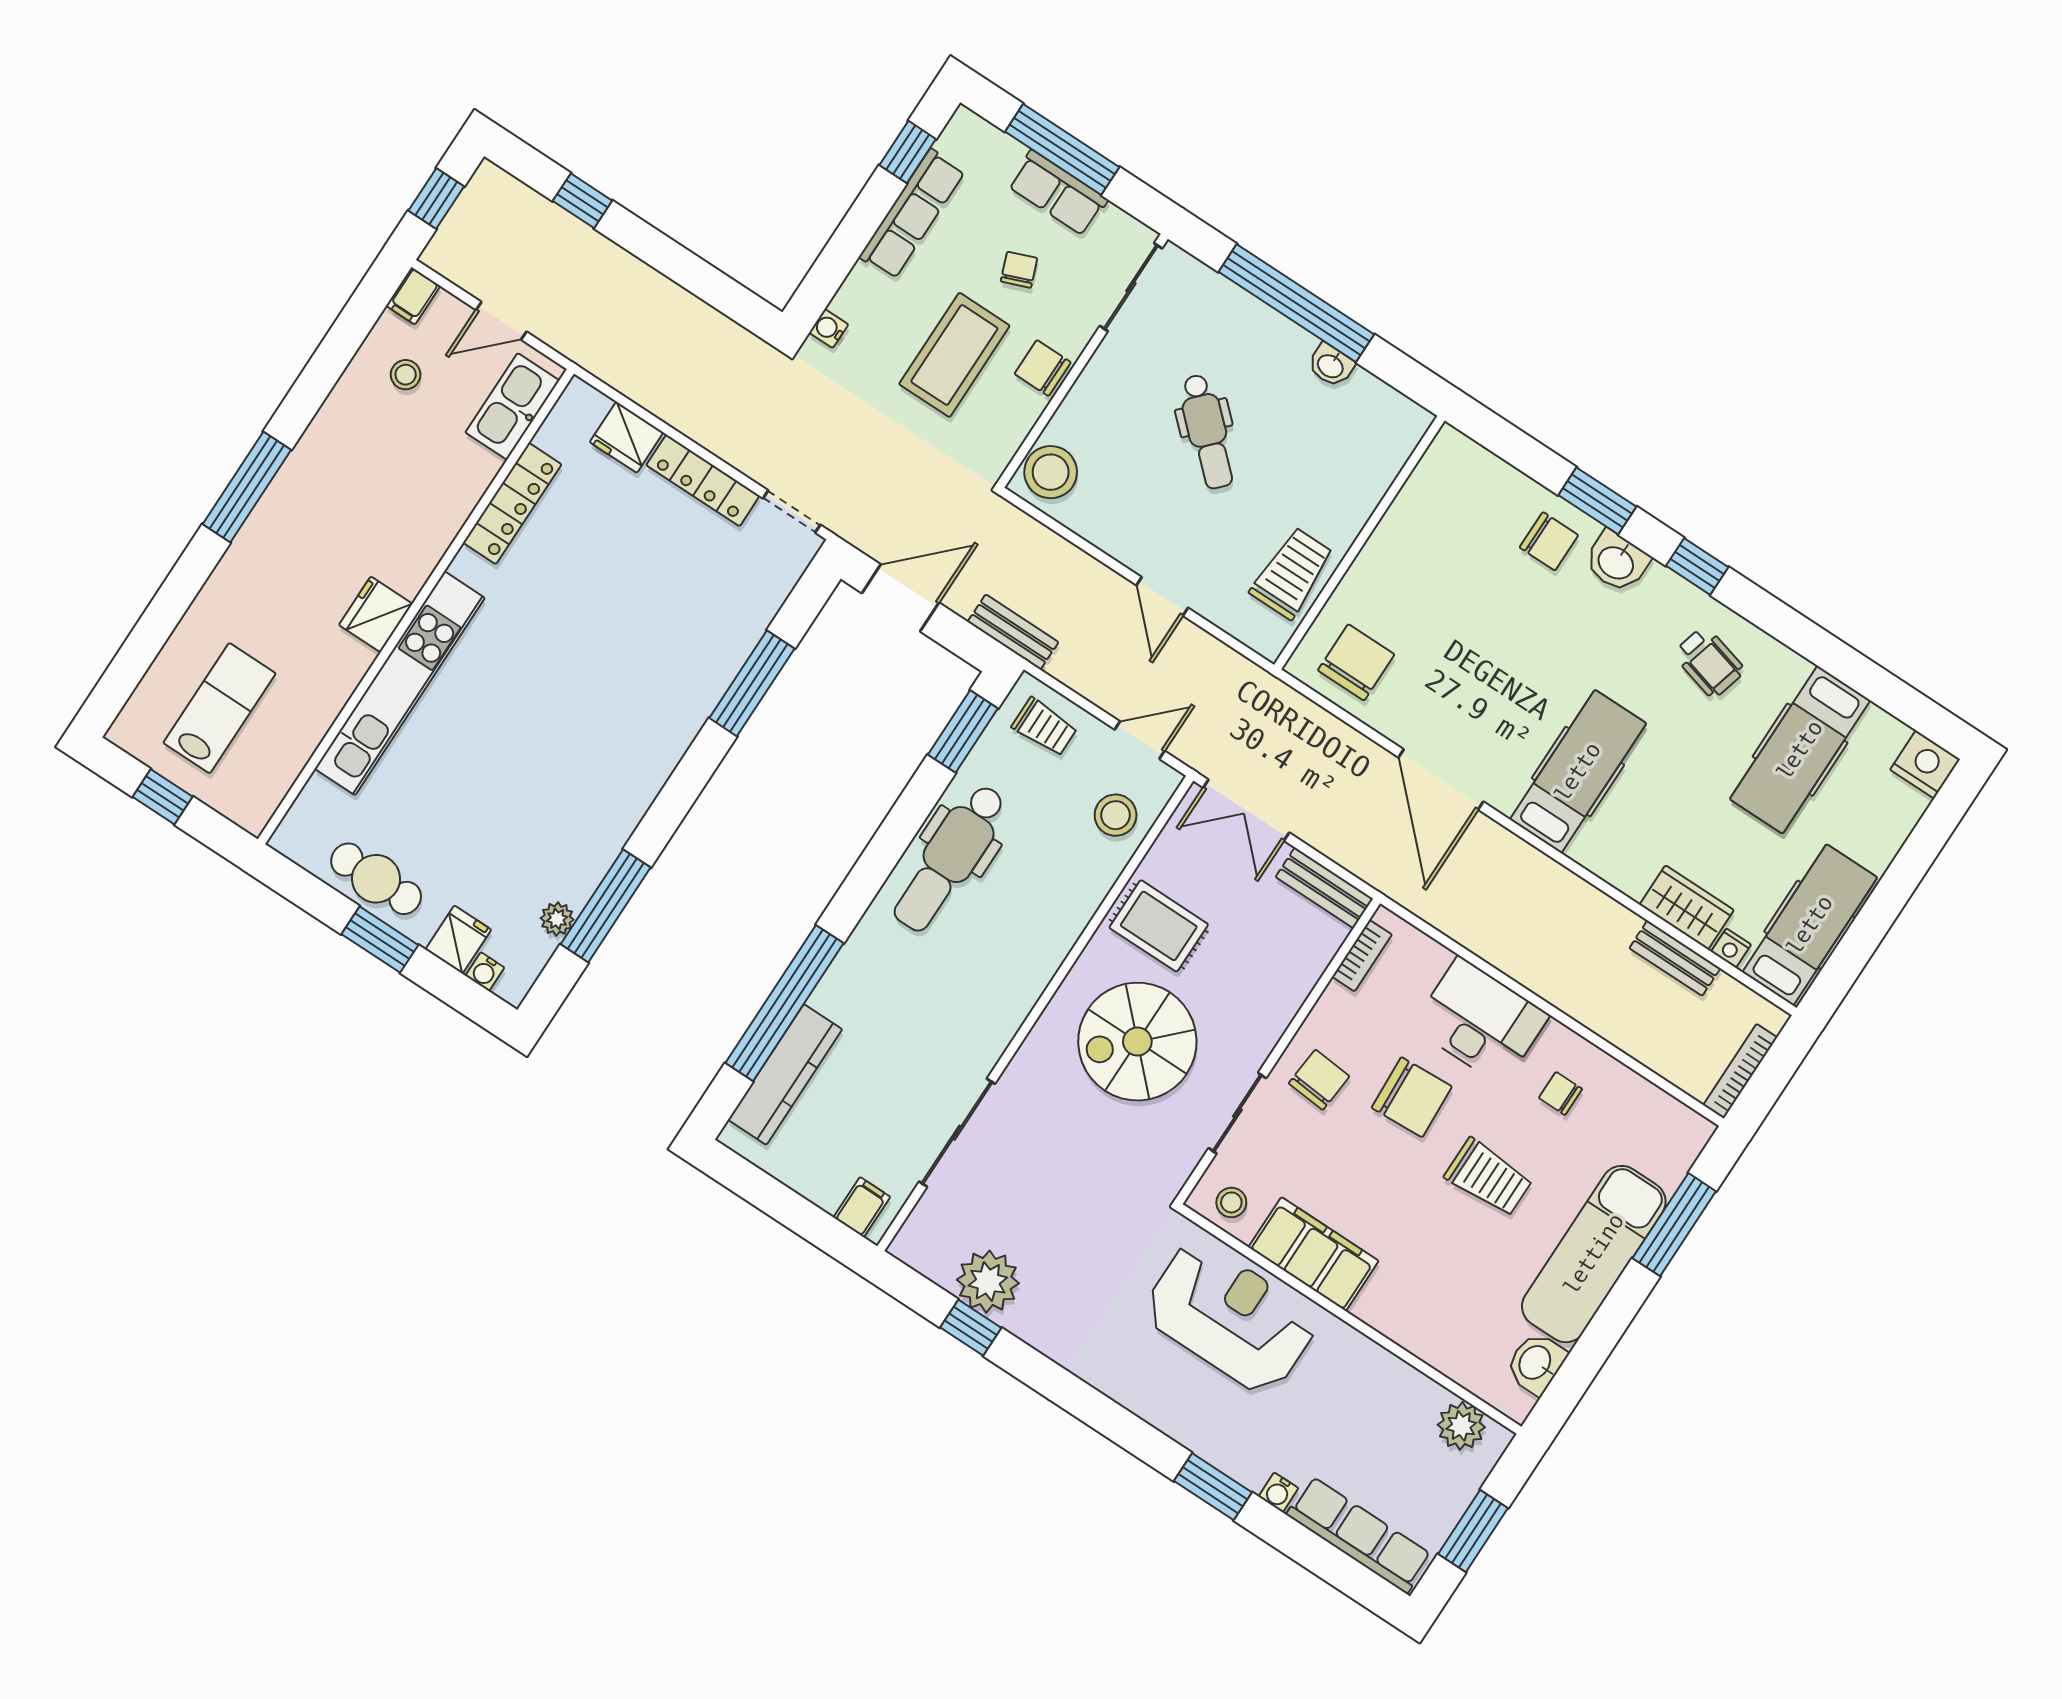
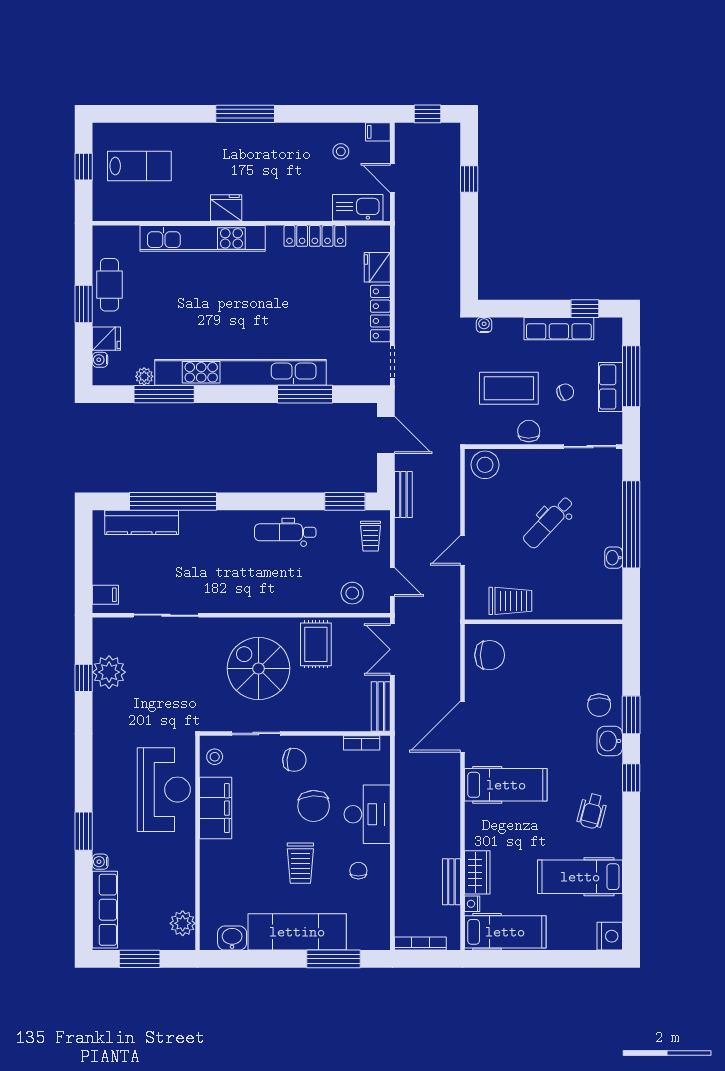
kitchen unit: (651, 762) -> (241, 372), added
dental chair: (950, 858) -> (285, 532), width x0.73, depth x0.72

